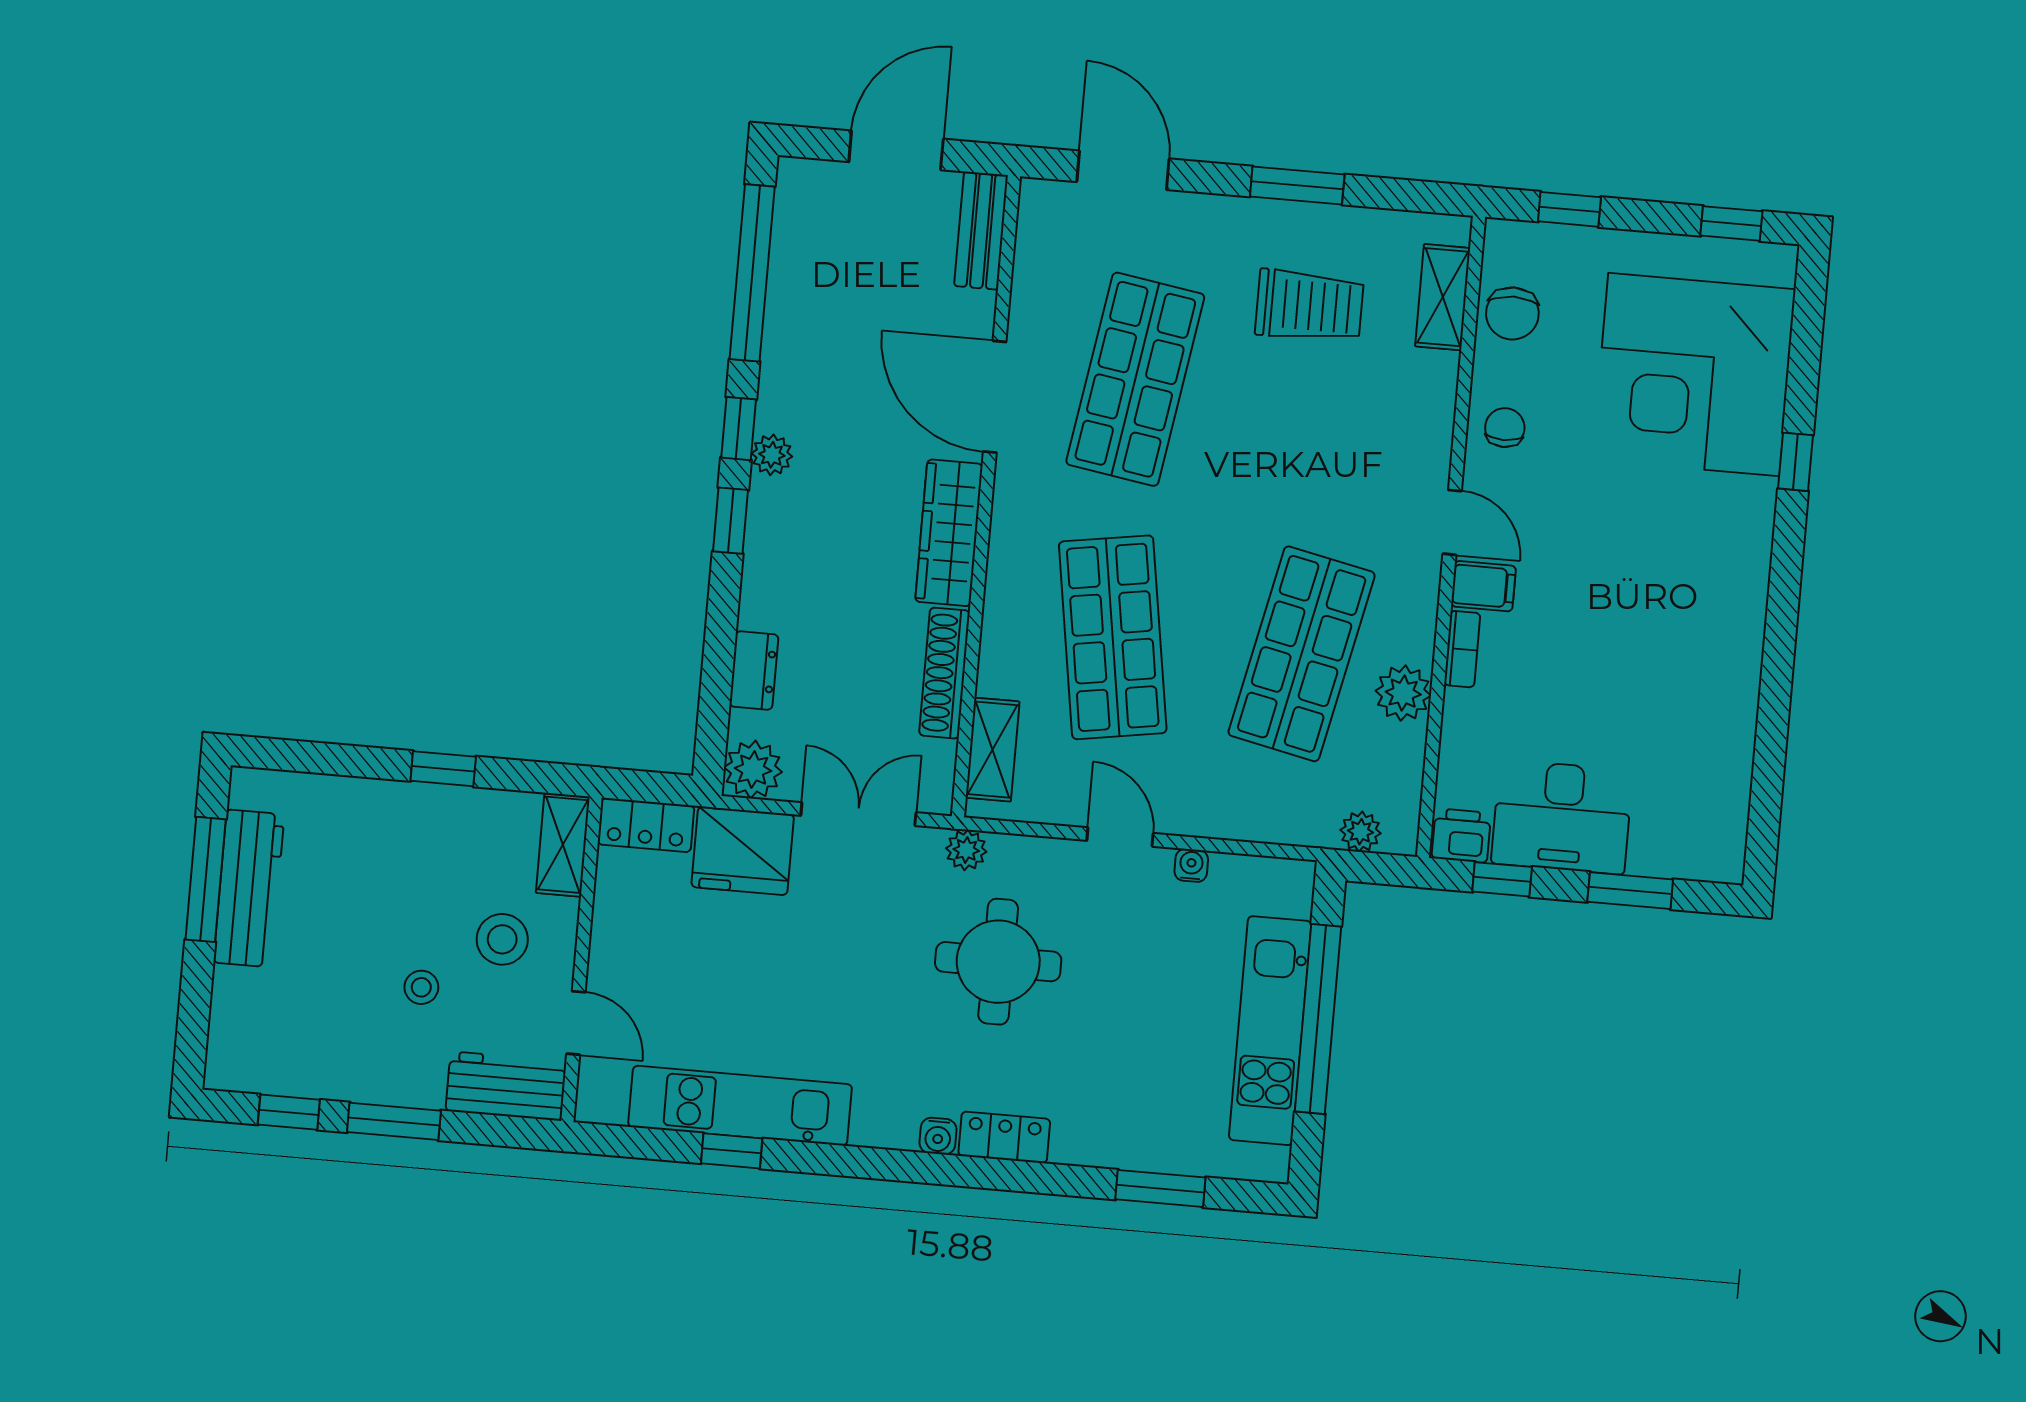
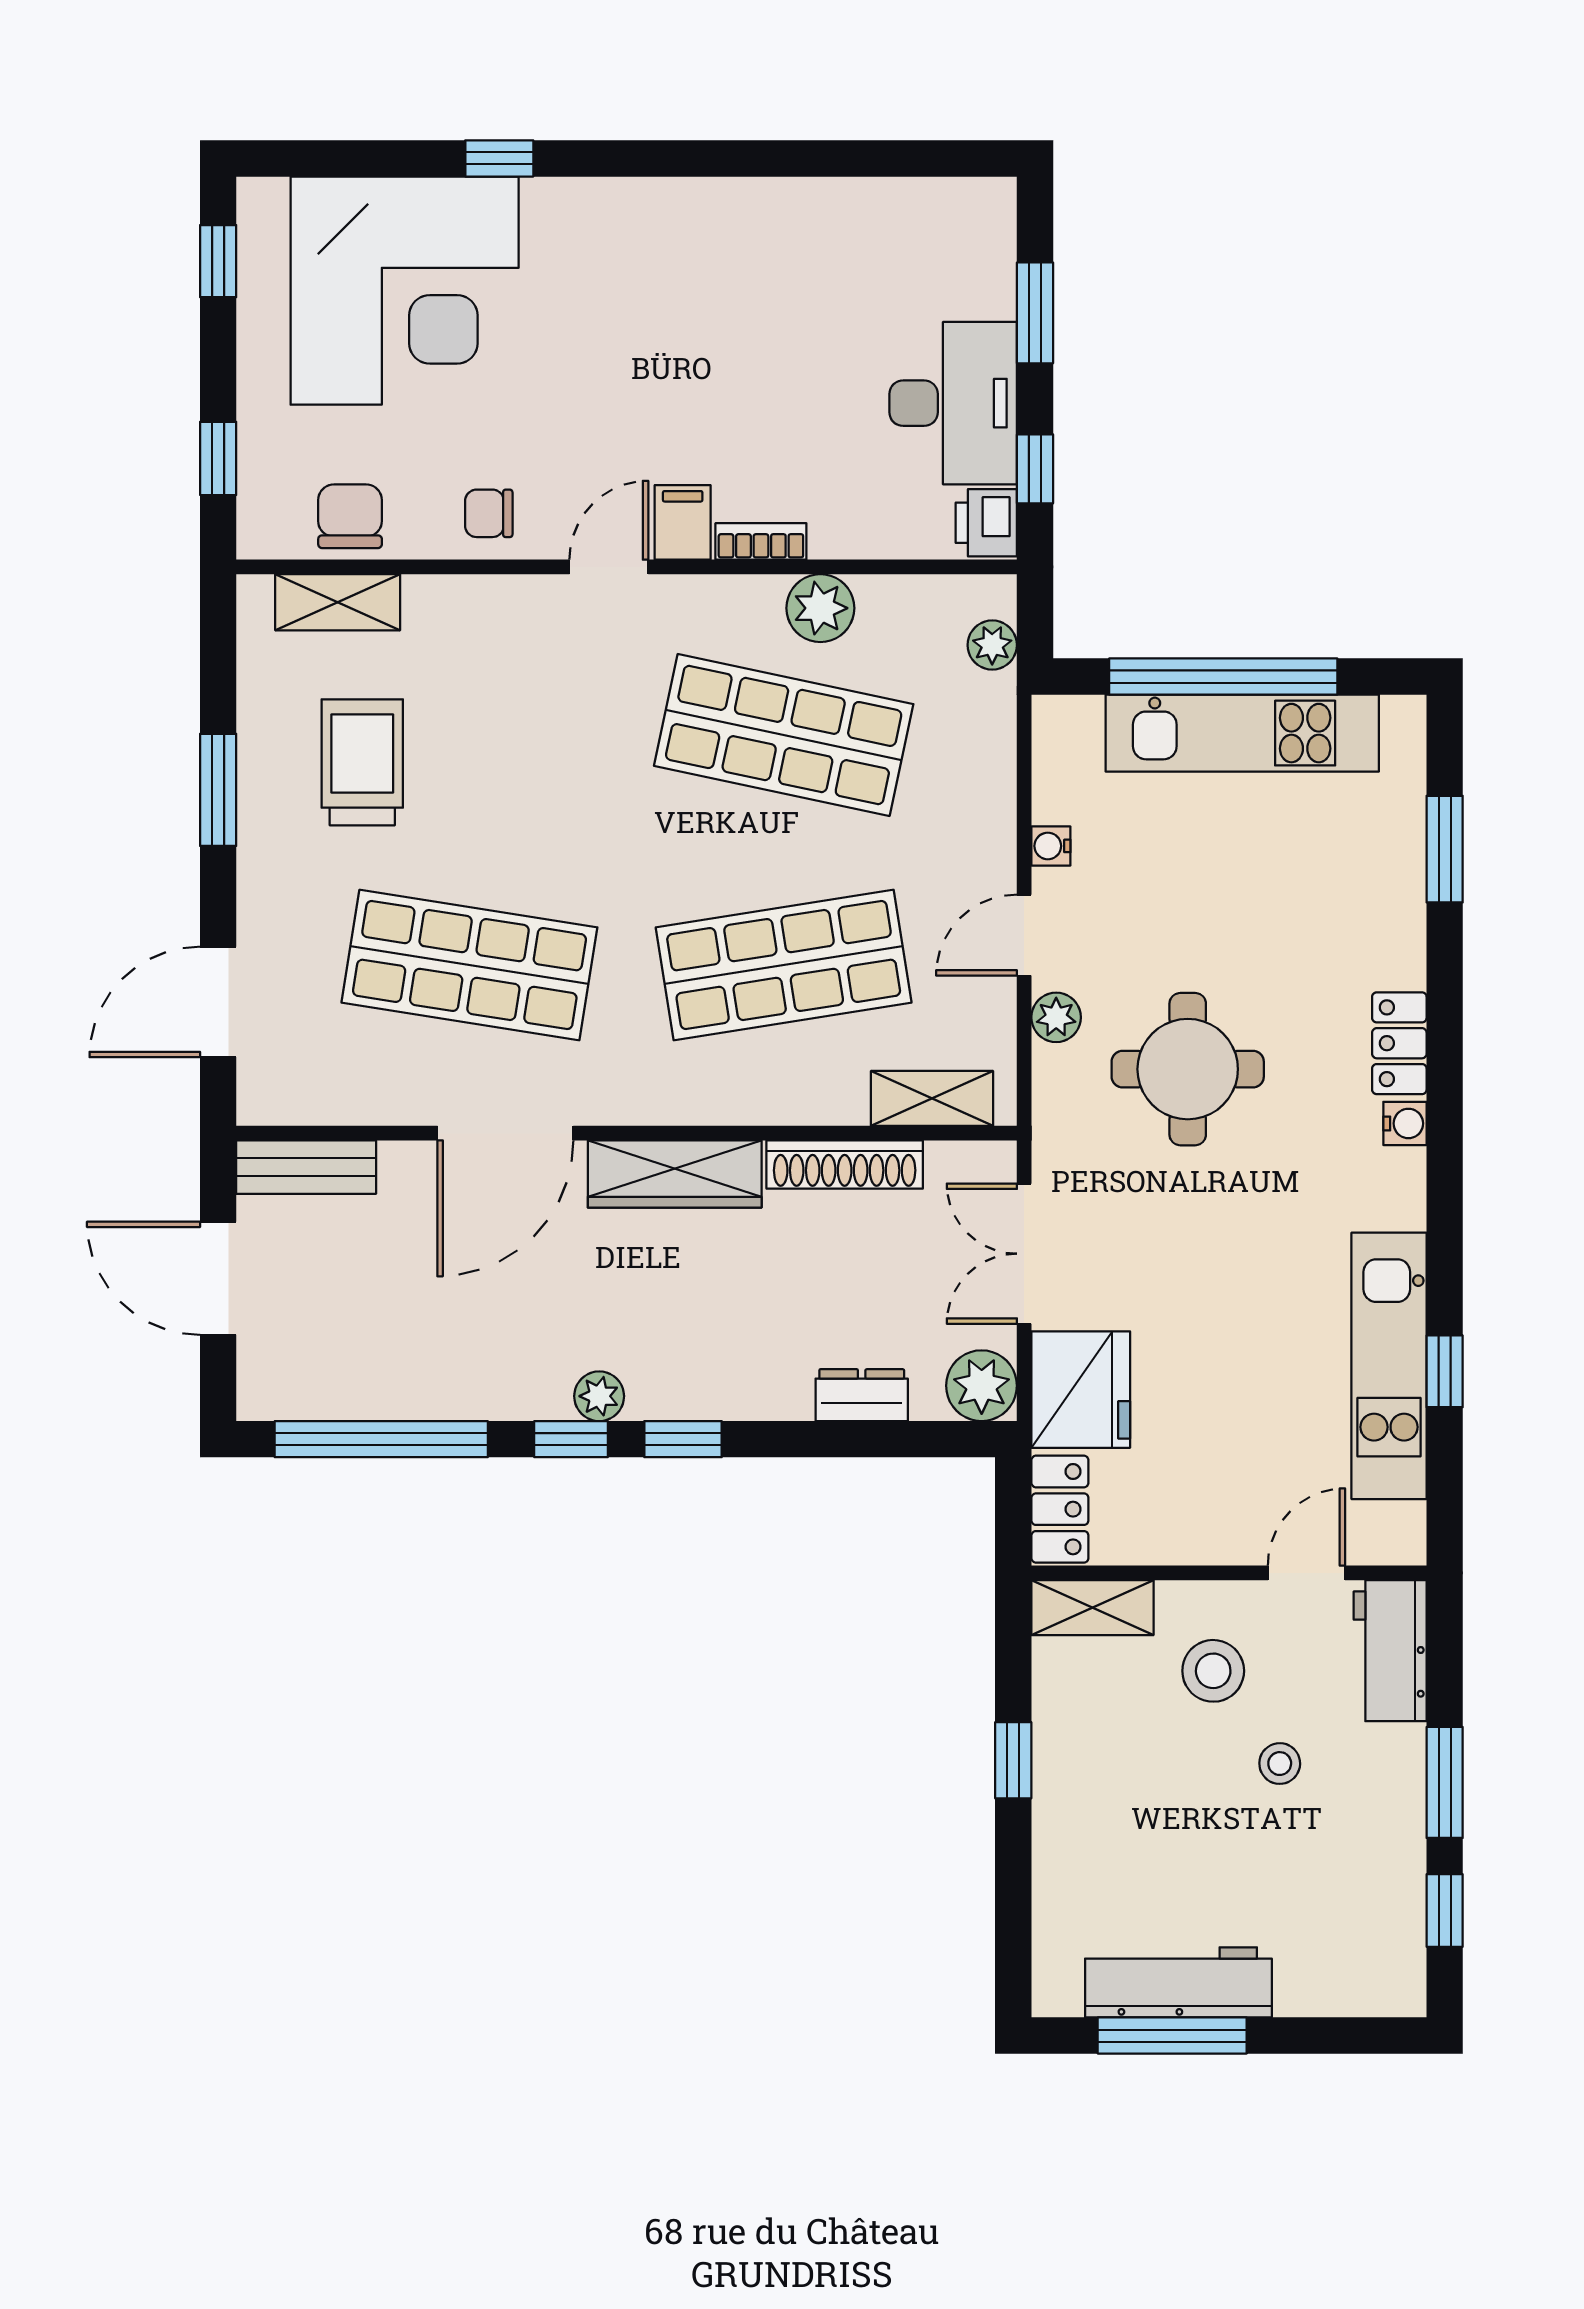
chair: (1512, 313) -> (350, 516), turned -90
plant: (966, 850) -> (1056, 1017), moved

